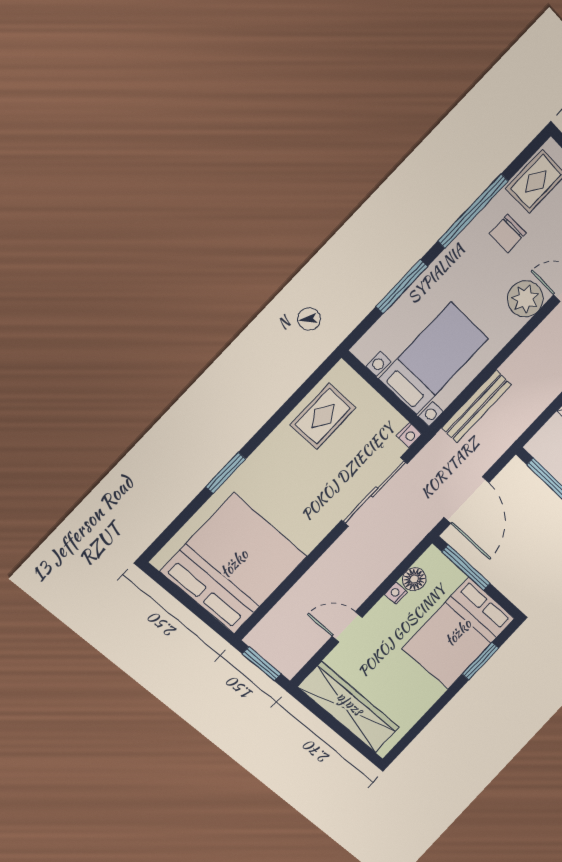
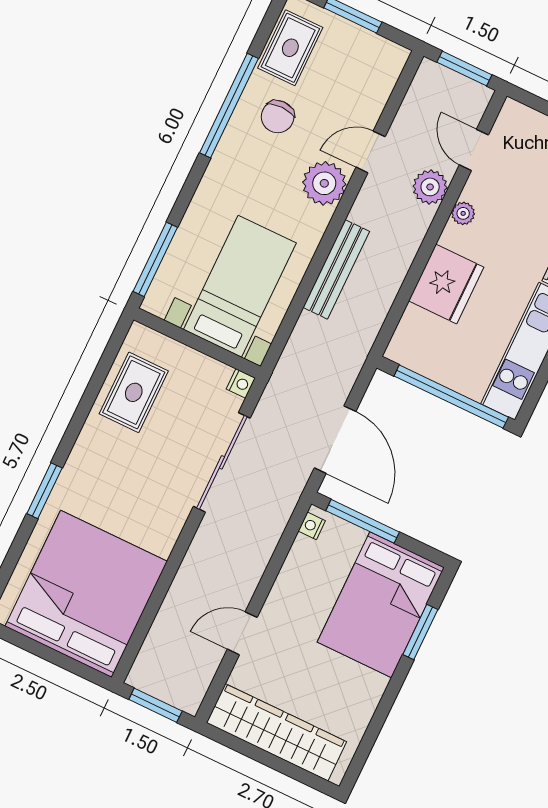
window: (402, 286) -> (155, 259), moved
bench: (477, 406) -> (336, 269), moved
floor lamp: (414, 579) -> (304, 553), removed
nightstand: (396, 593) -> (312, 526), moved

